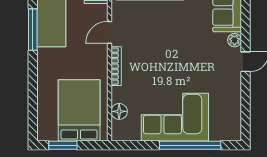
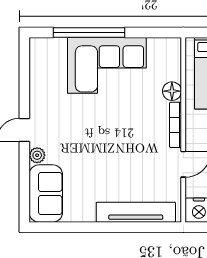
floor lamp: (119, 111) -> (172, 91), moved

